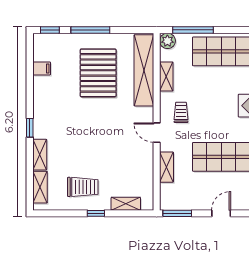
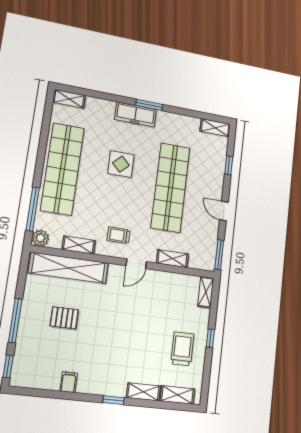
filing cabinet: (42, 68) -> (69, 382), moved
pallet: (98, 73) -> (64, 318), width x0.49, depth x0.50
shelving: (126, 204) -> (206, 292), moved

